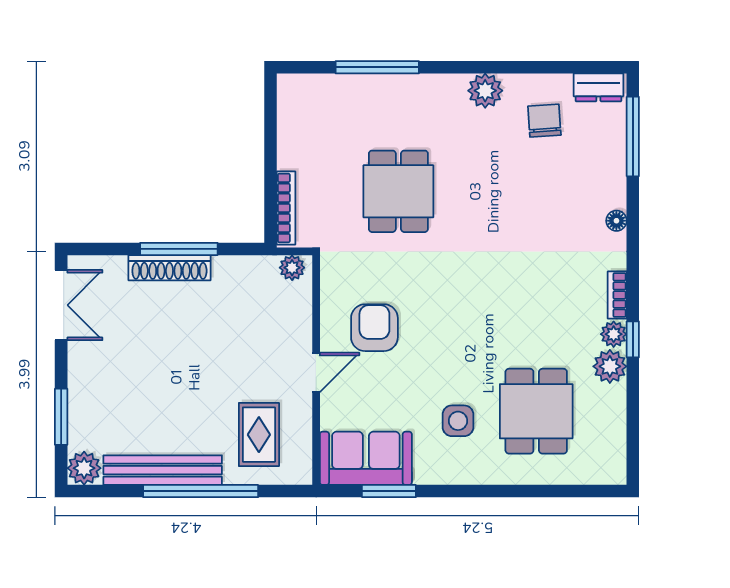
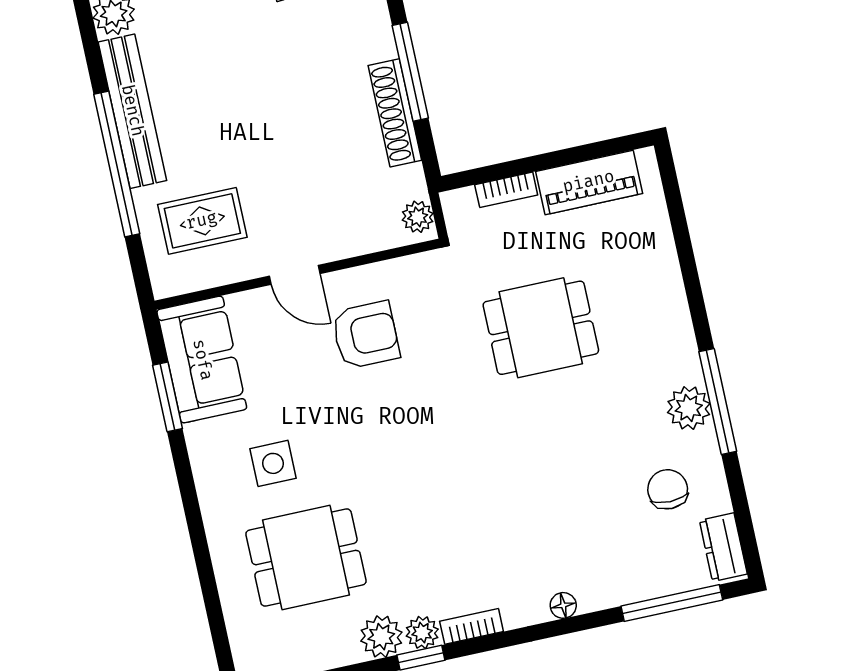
window: (377, 67) -> (718, 401), moved
chair: (544, 121) -> (668, 489), turned -86
piano: (294, 130) -> (589, 182), added
bookcase: (286, 208) -> (506, 190), width x0.64
shoe rack: (169, 268) -> (395, 113), moved

